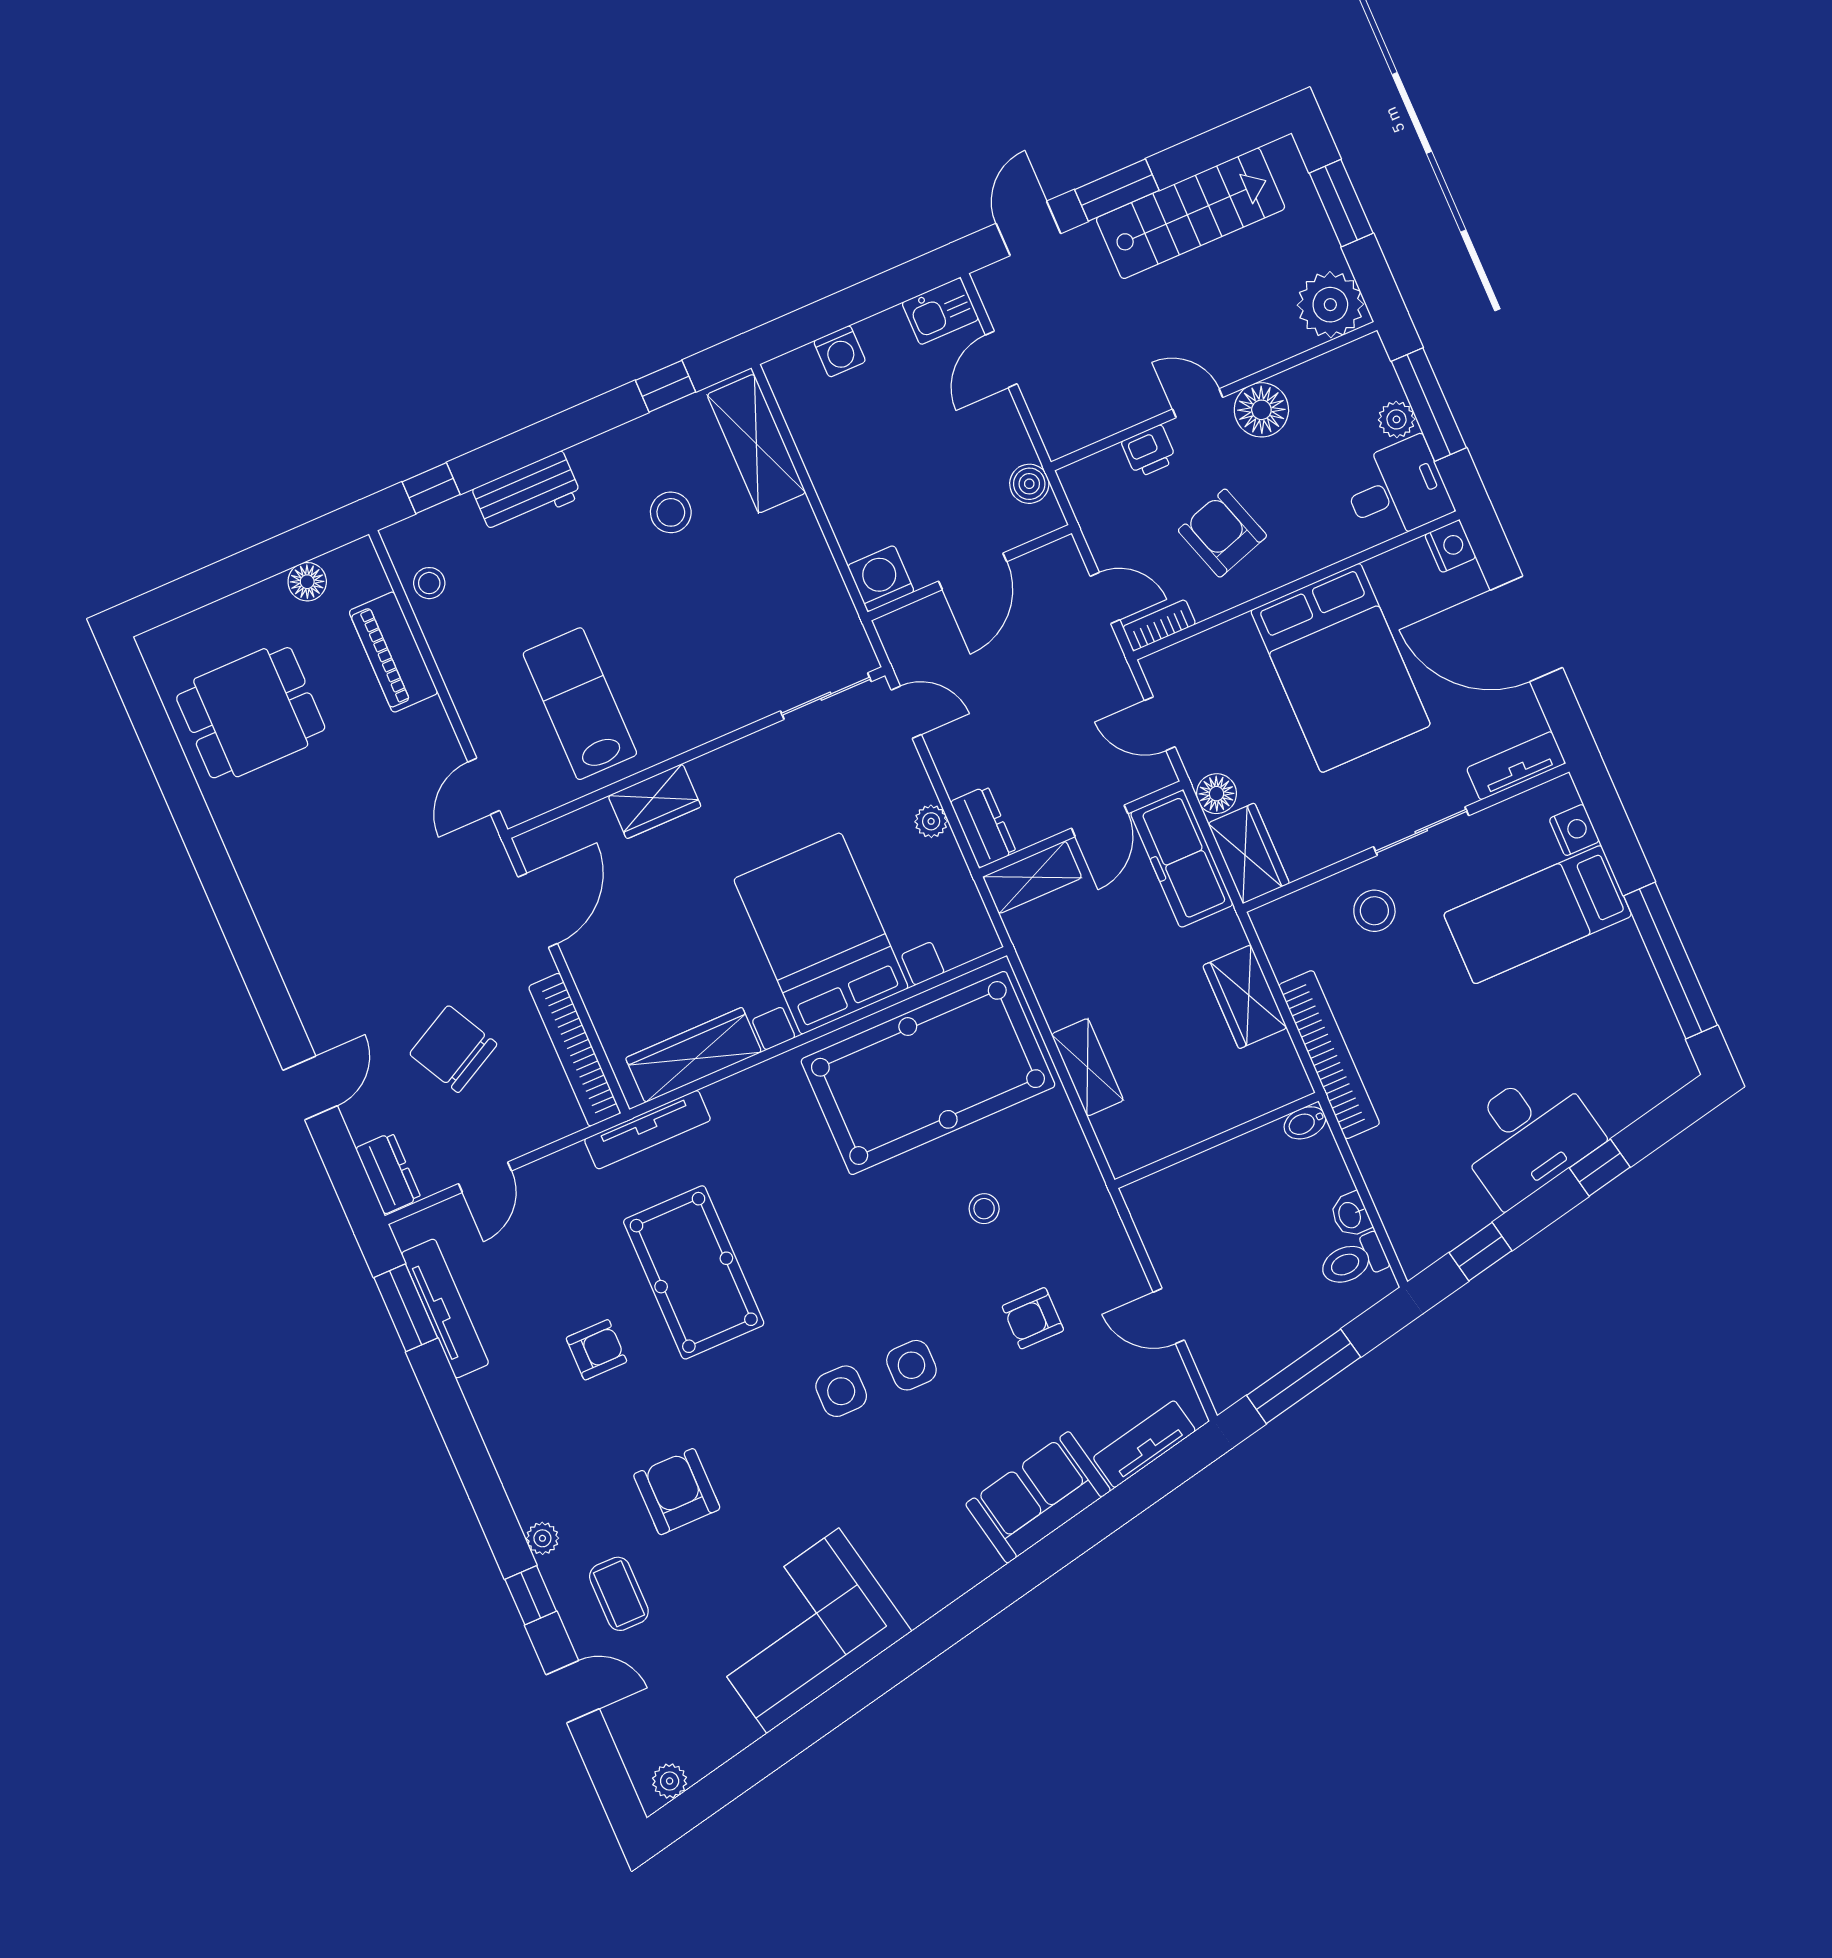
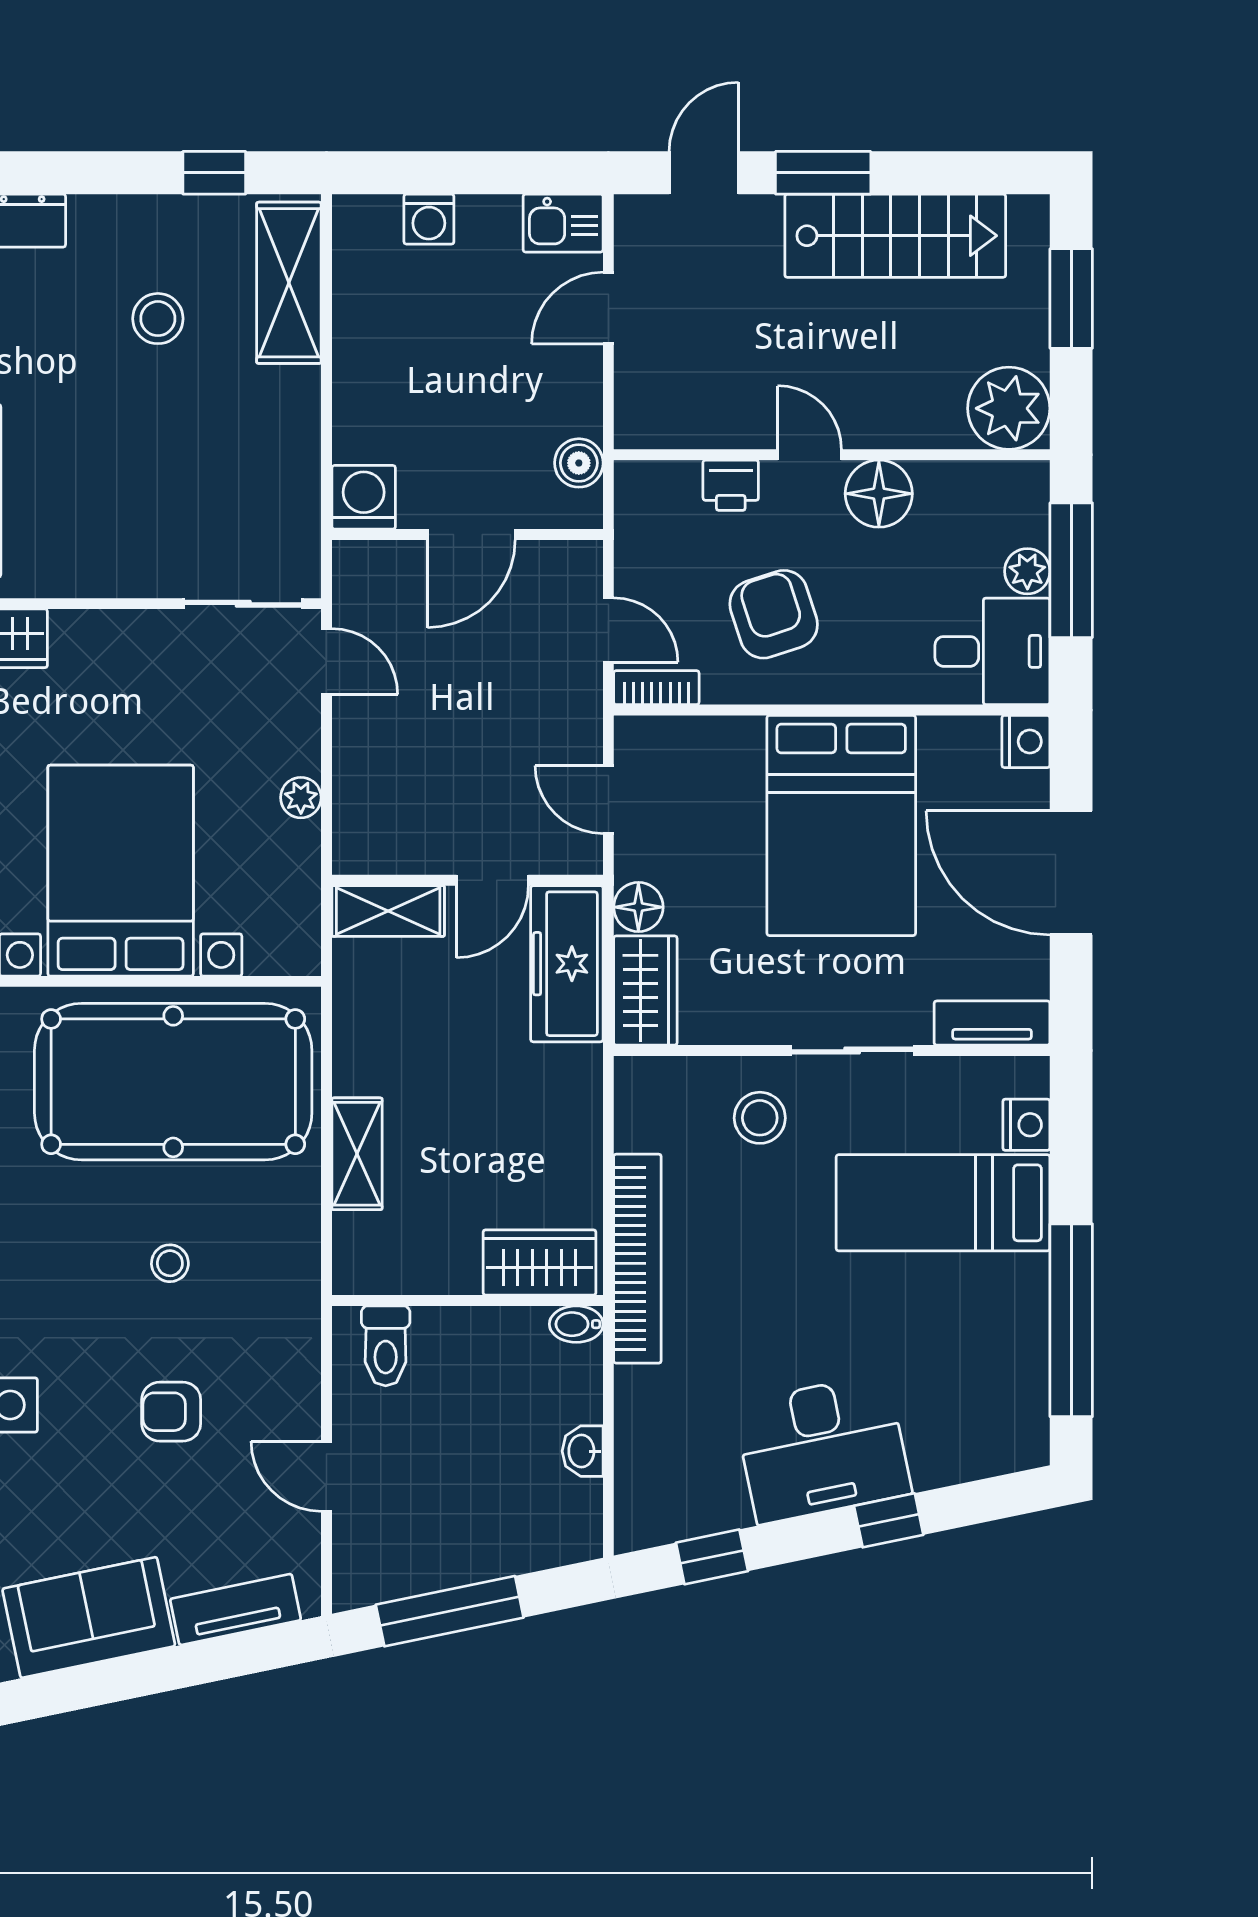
dresser: (983, 827) -> (357, 830), removed
wardrobe: (1245, 997) -> (539, 1263), moved, turned 90
toilet: (1353, 1261) -> (386, 1346), moved, turned -90

